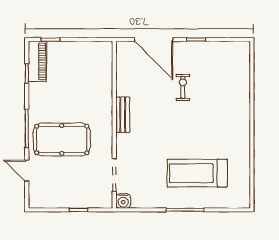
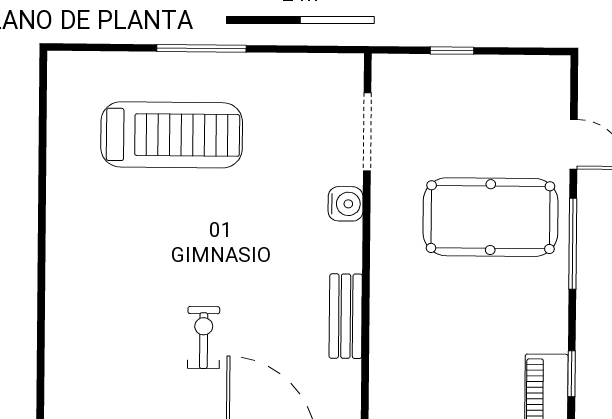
exercise bike: (183, 87) -> (204, 337), turned 180
bench: (123, 115) -> (346, 316), moved
water cooler: (123, 201) -> (346, 204), moved, turned 90

